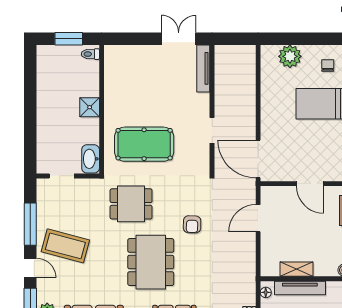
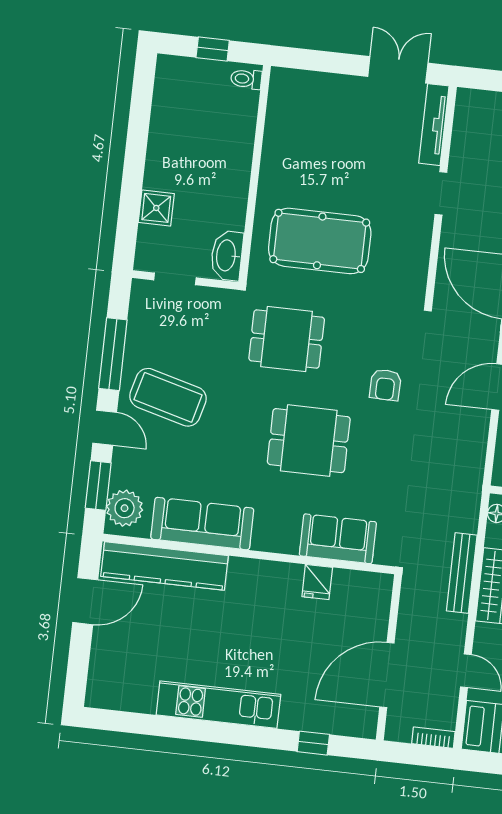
window: (69, 39) -> (213, 49), width x0.67
shower: (90, 107) -> (156, 208), moved
doorway: (212, 130) -> (441, 193), moved
dining table: (151, 262) -> (309, 441), width x0.73

